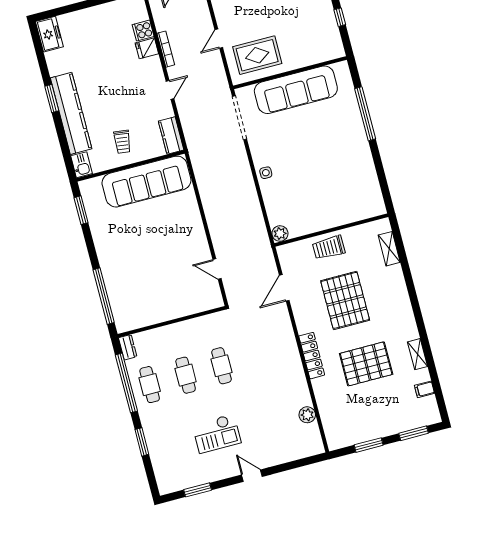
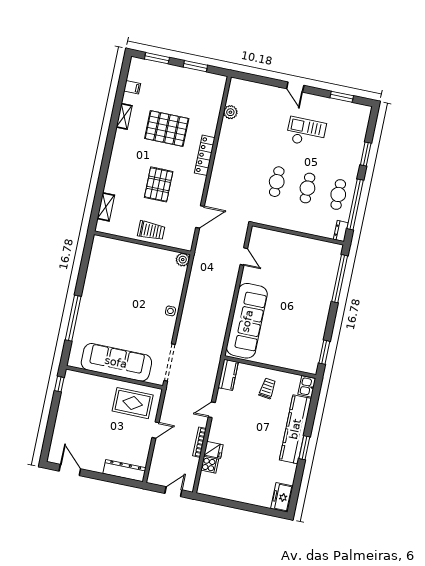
window: (340, 17) -> (59, 384), moved
sofa: (146, 182) -> (247, 321), moved, turned 90
pallet: (345, 300) -> (159, 184), width x0.73, depth x0.71

